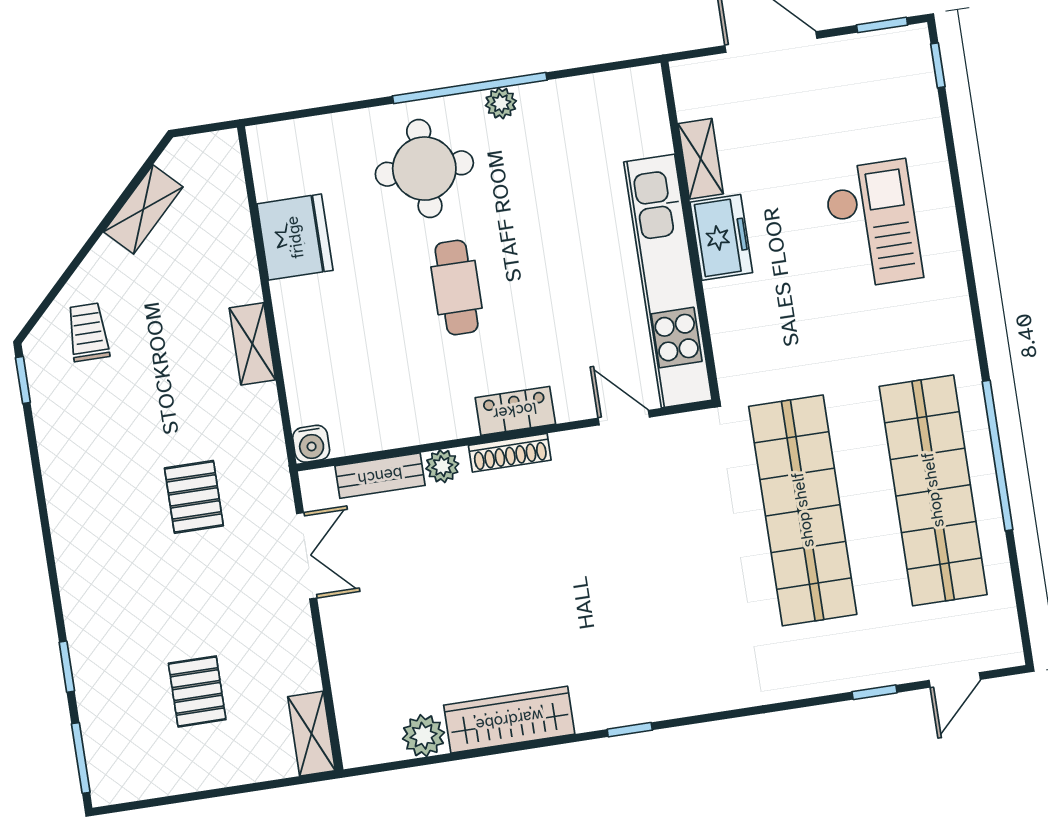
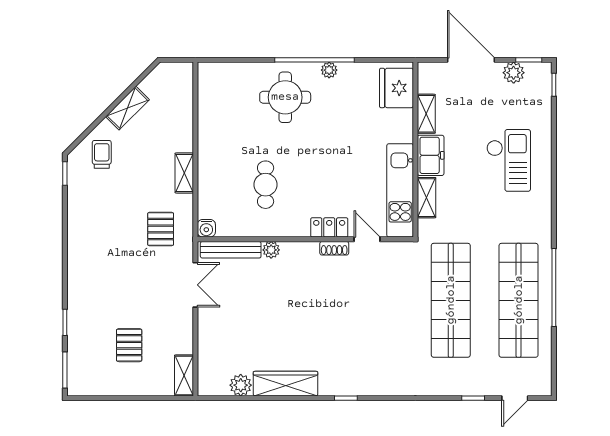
plant: (857, 54) -> (514, 73), added
shelving: (143, 209) -> (127, 108), moved
fridge: (295, 237) -> (397, 88), moved, turned 180
kitchen unit: (668, 281) -> (400, 190), width x0.73
cafe table: (457, 288) -> (266, 185), moved
shelving: (726, 320) -> (427, 198), added
locker: (515, 411) -> (329, 227), moved
shoe rack: (510, 453) -> (334, 248), moved, width x0.70
bench: (380, 476) -> (231, 250), width x1.36
pallet: (194, 497) -> (161, 229), moved

